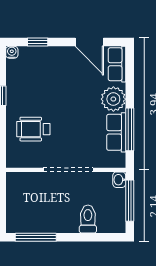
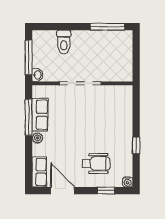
plant: (113, 99) -> (38, 138), width x0.53, depth x0.53
wheelchair: (33, 129) -> (96, 163), moved

